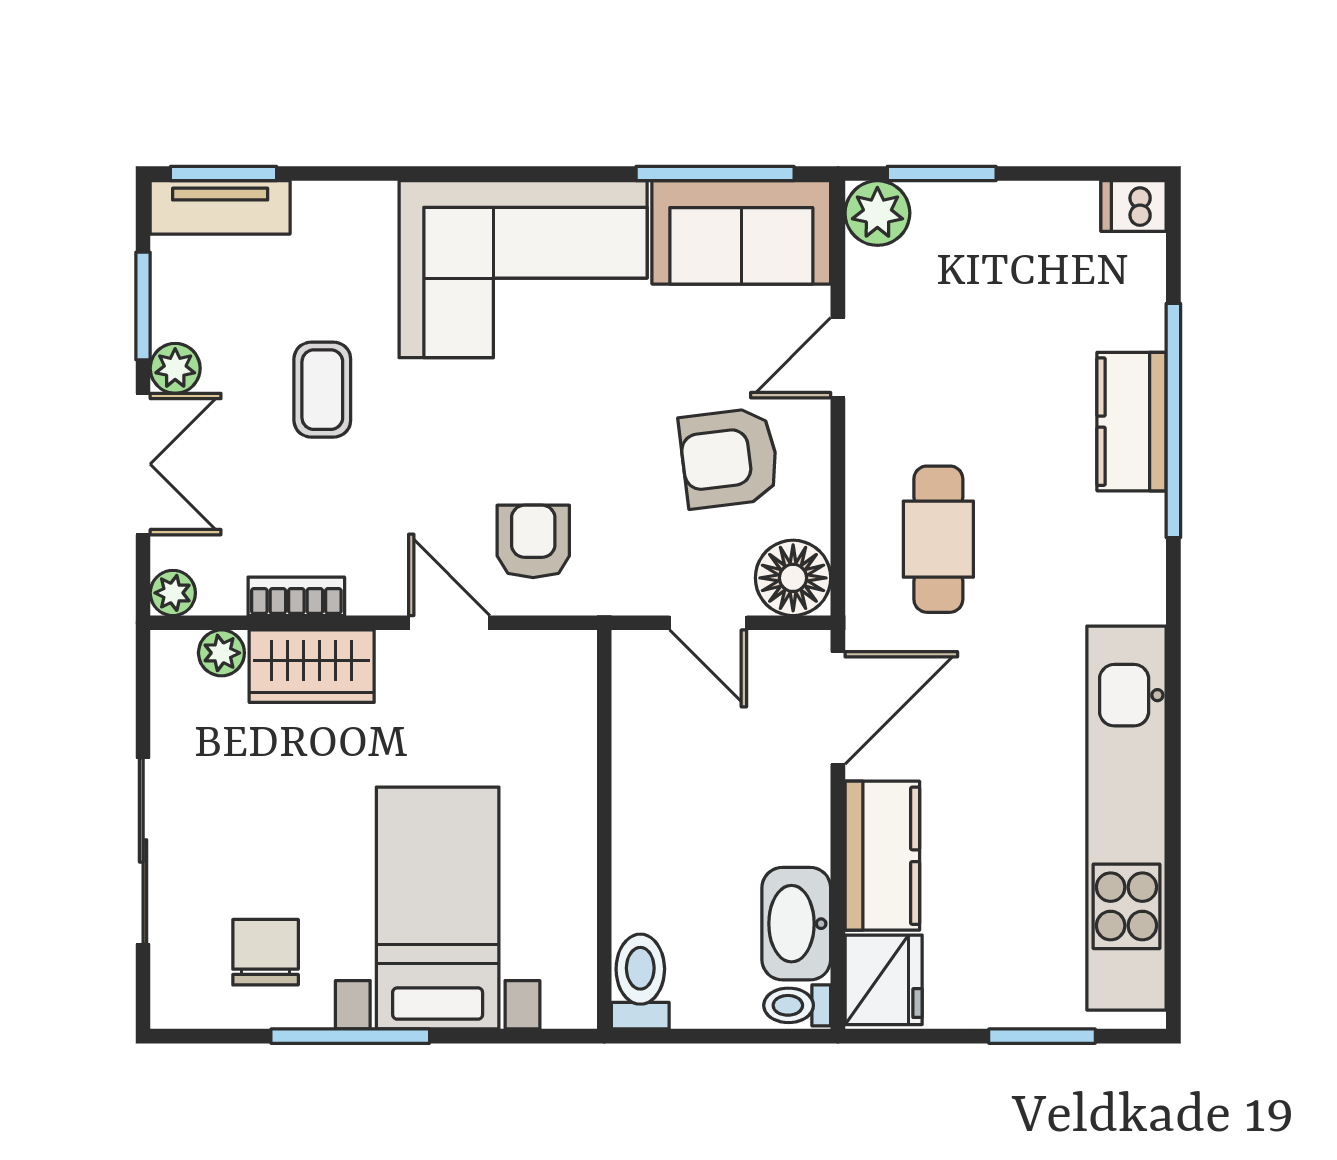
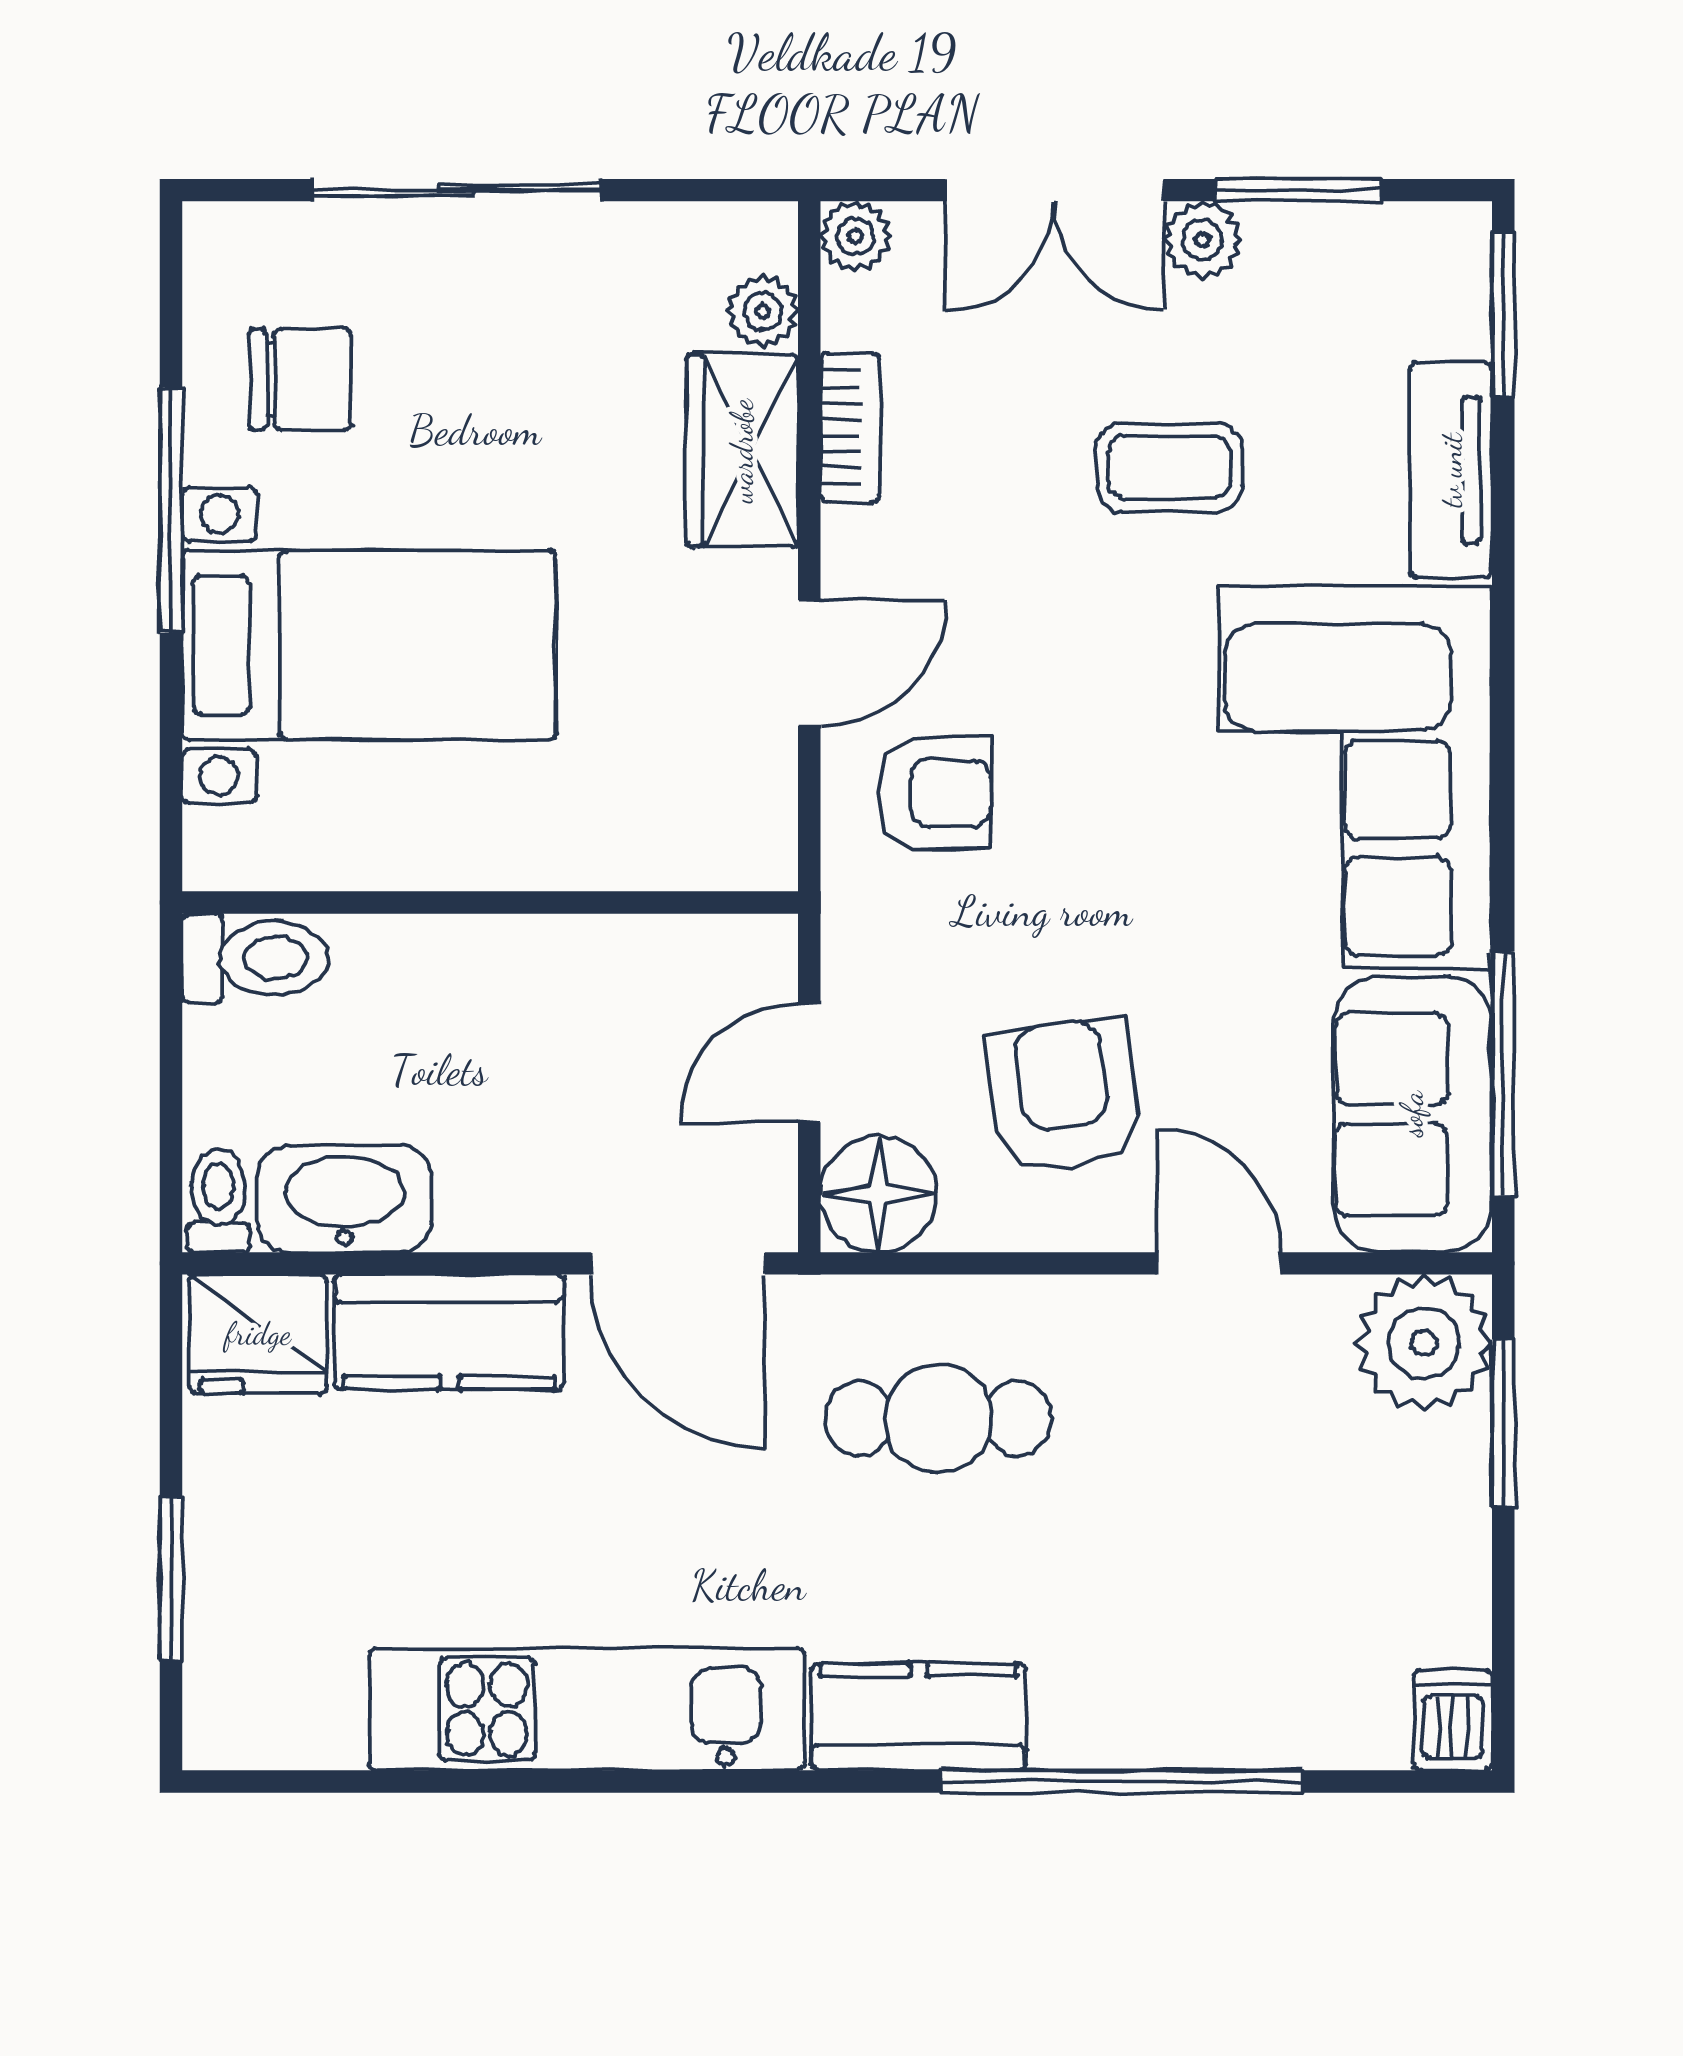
tv unit: (220, 207) -> (1451, 470), moved
plant: (877, 213) -> (1424, 1343), width x1.36, depth x1.36
kitchen counter: (1132, 422) -> (919, 1717), moved
kitchen unit: (1126, 818) -> (587, 1709), width x0.73

